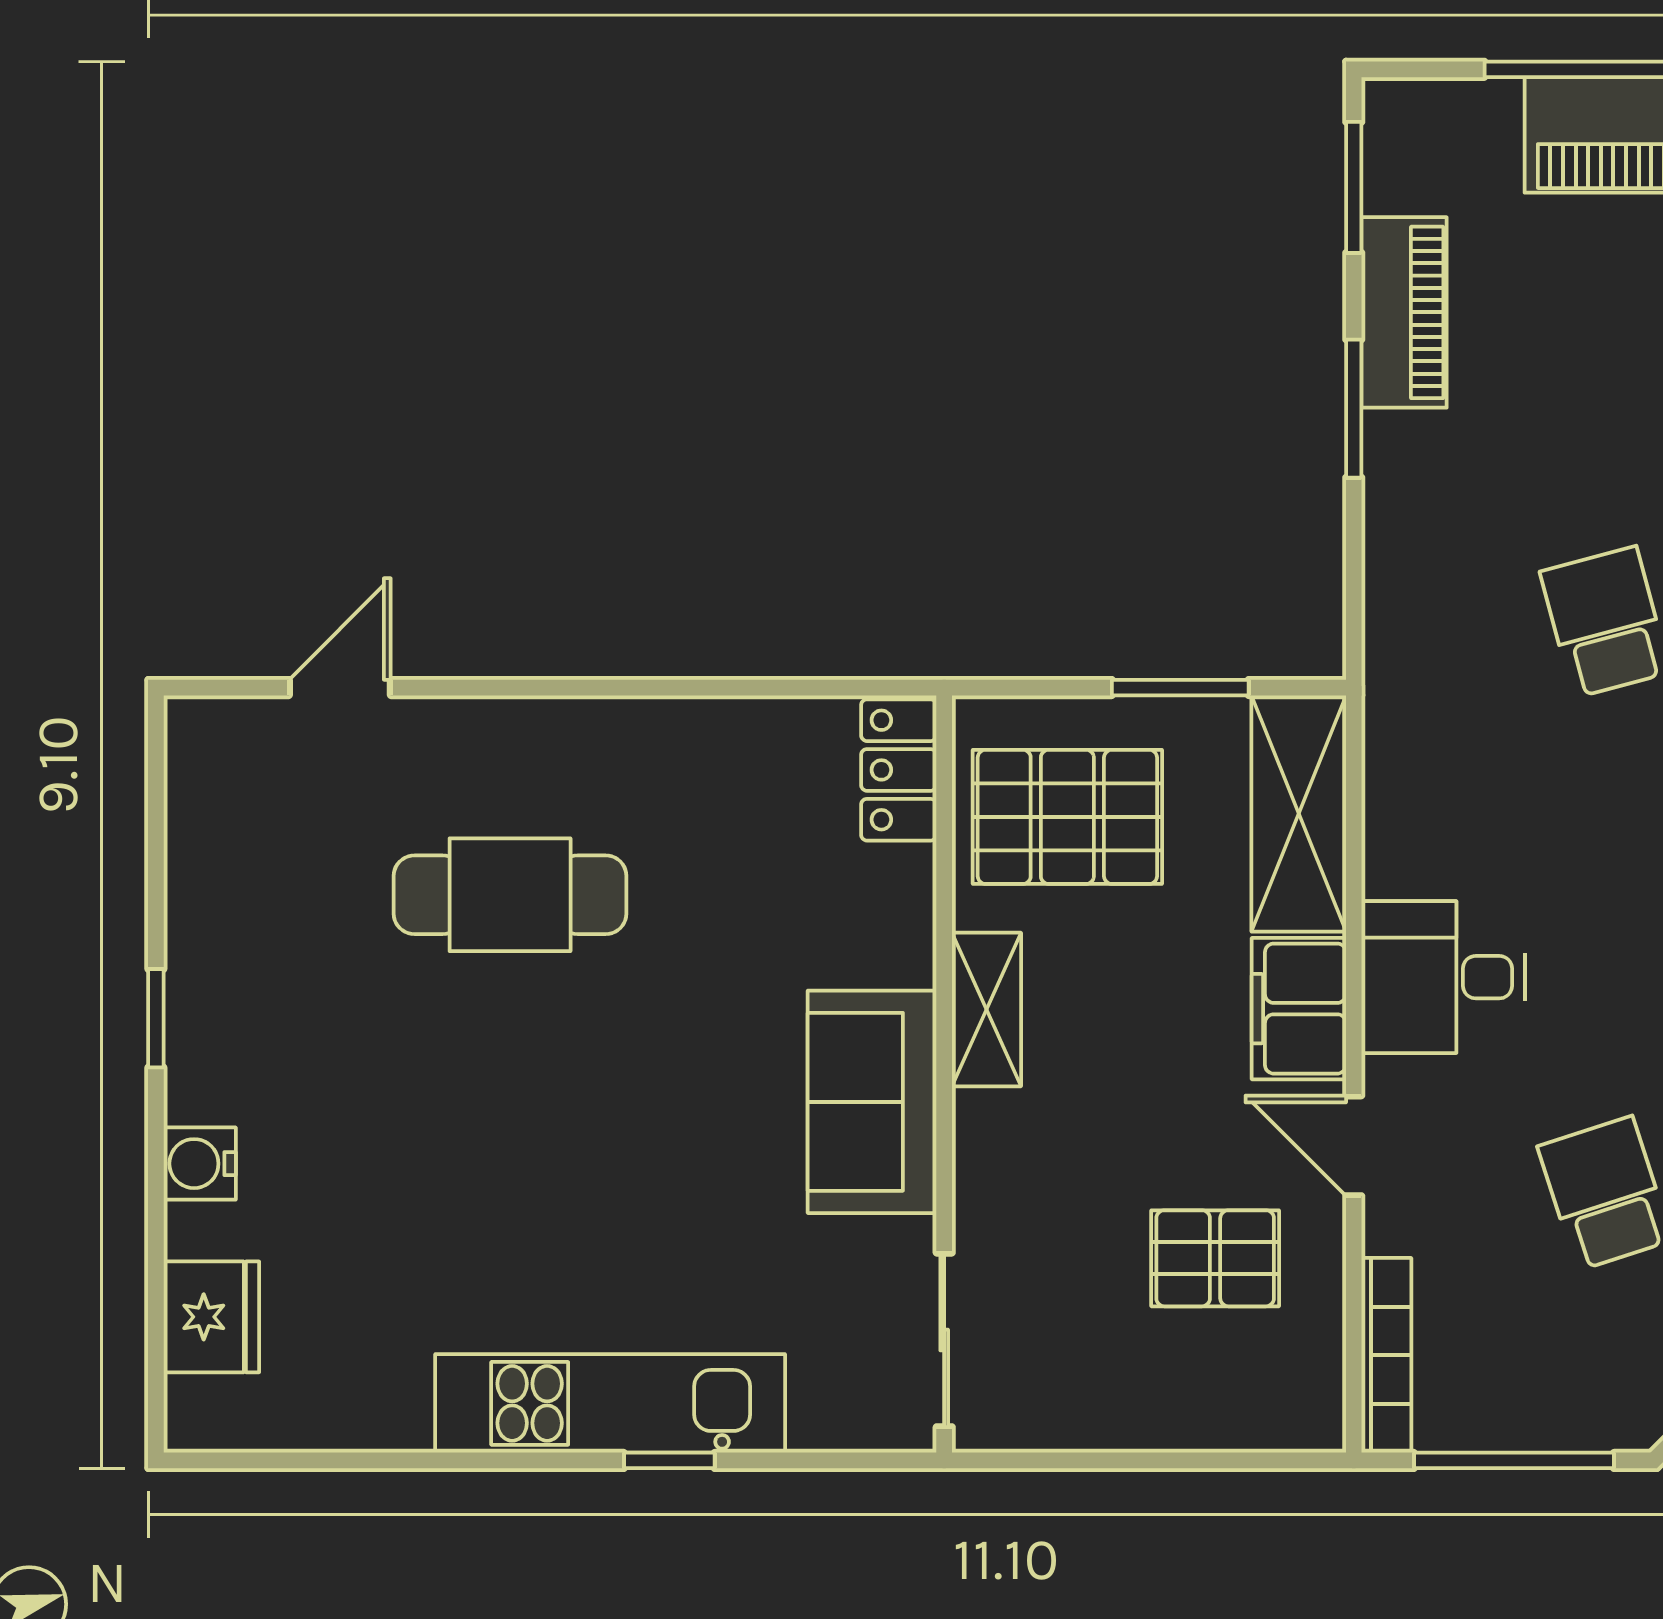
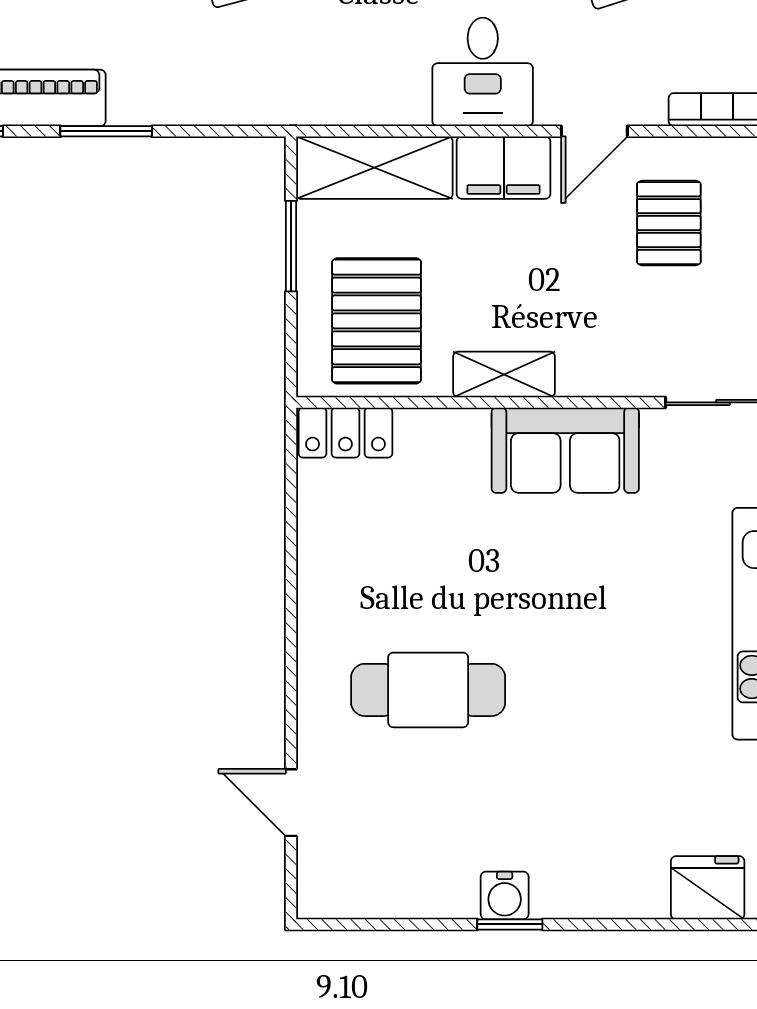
cafe table: (510, 895) -> (428, 690), turned 90
water cooler: (200, 1164) -> (505, 895), moved

